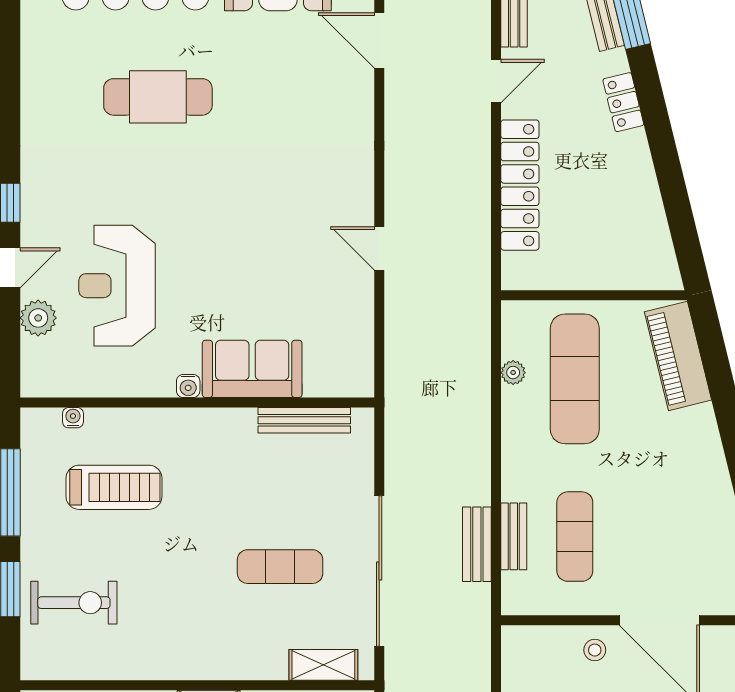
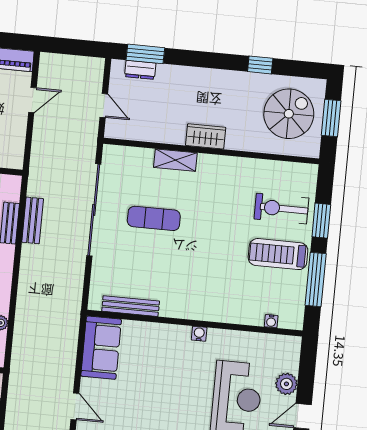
sofa: (252, 369) -> (101, 348), moved, turned -90
treadmill: (114, 487) -> (278, 254), moved
shelving: (323, 665) -> (175, 160), moved

